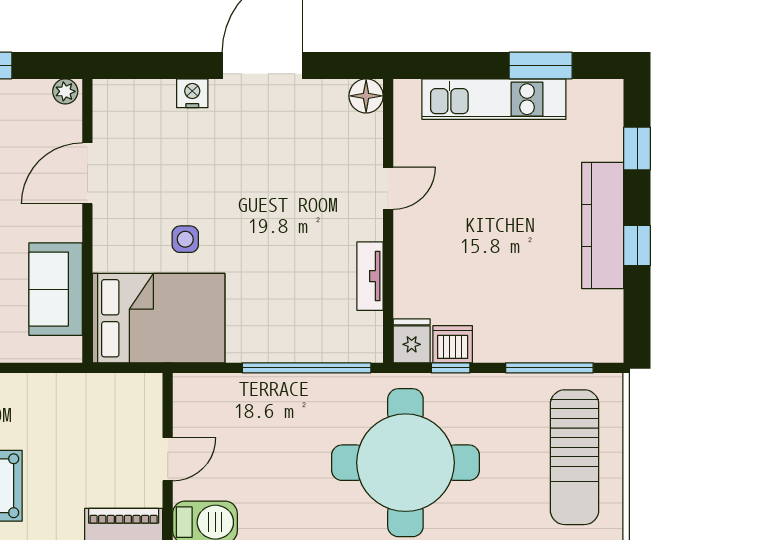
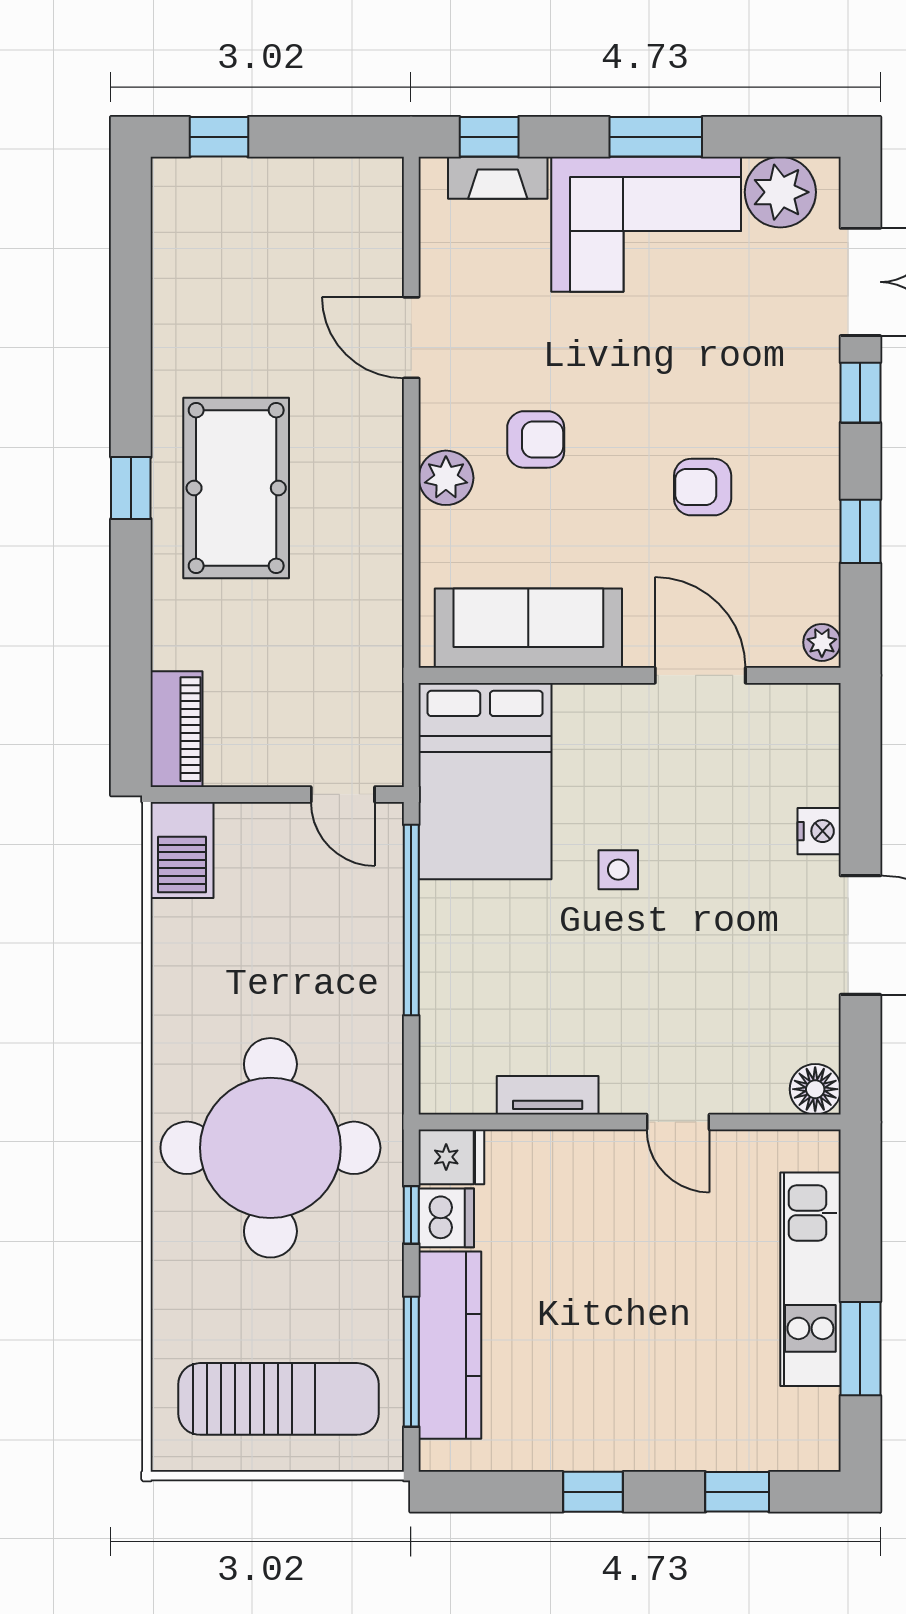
kitchen counter: (603, 225) -> (450, 1345), moved, turned 90
side table: (185, 239) -> (618, 870), moved
sofa: (56, 289) -> (528, 628), width x1.36
window: (307, 368) -> (411, 920), moved
sun lounger: (575, 457) -> (279, 1399), turned 180
door: (168, 459) -> (343, 794), moved

